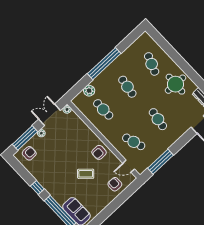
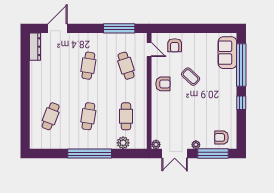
round table: (175, 84) -> (47, 81), removed

